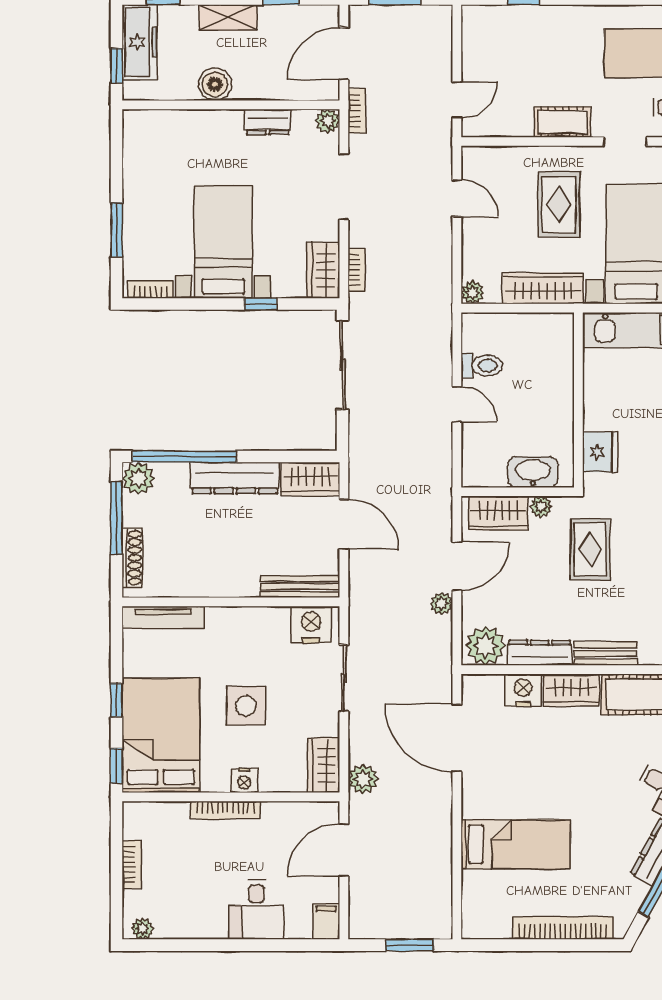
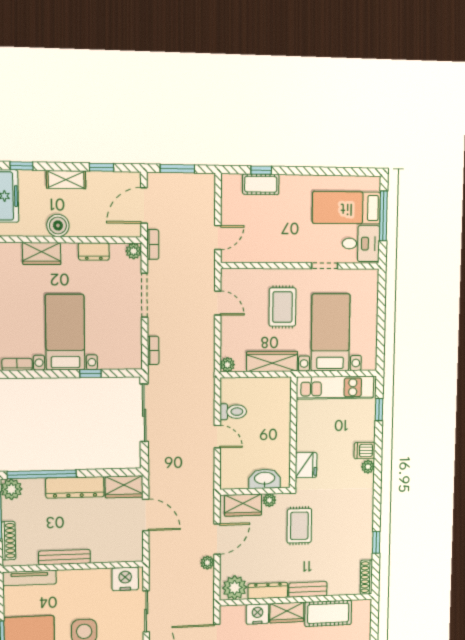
cot: (562, 122) -> (261, 184), moved
wardrobe: (323, 270) -> (42, 254), moved, turned -90
bench: (300, 587) -> (64, 557), moved

